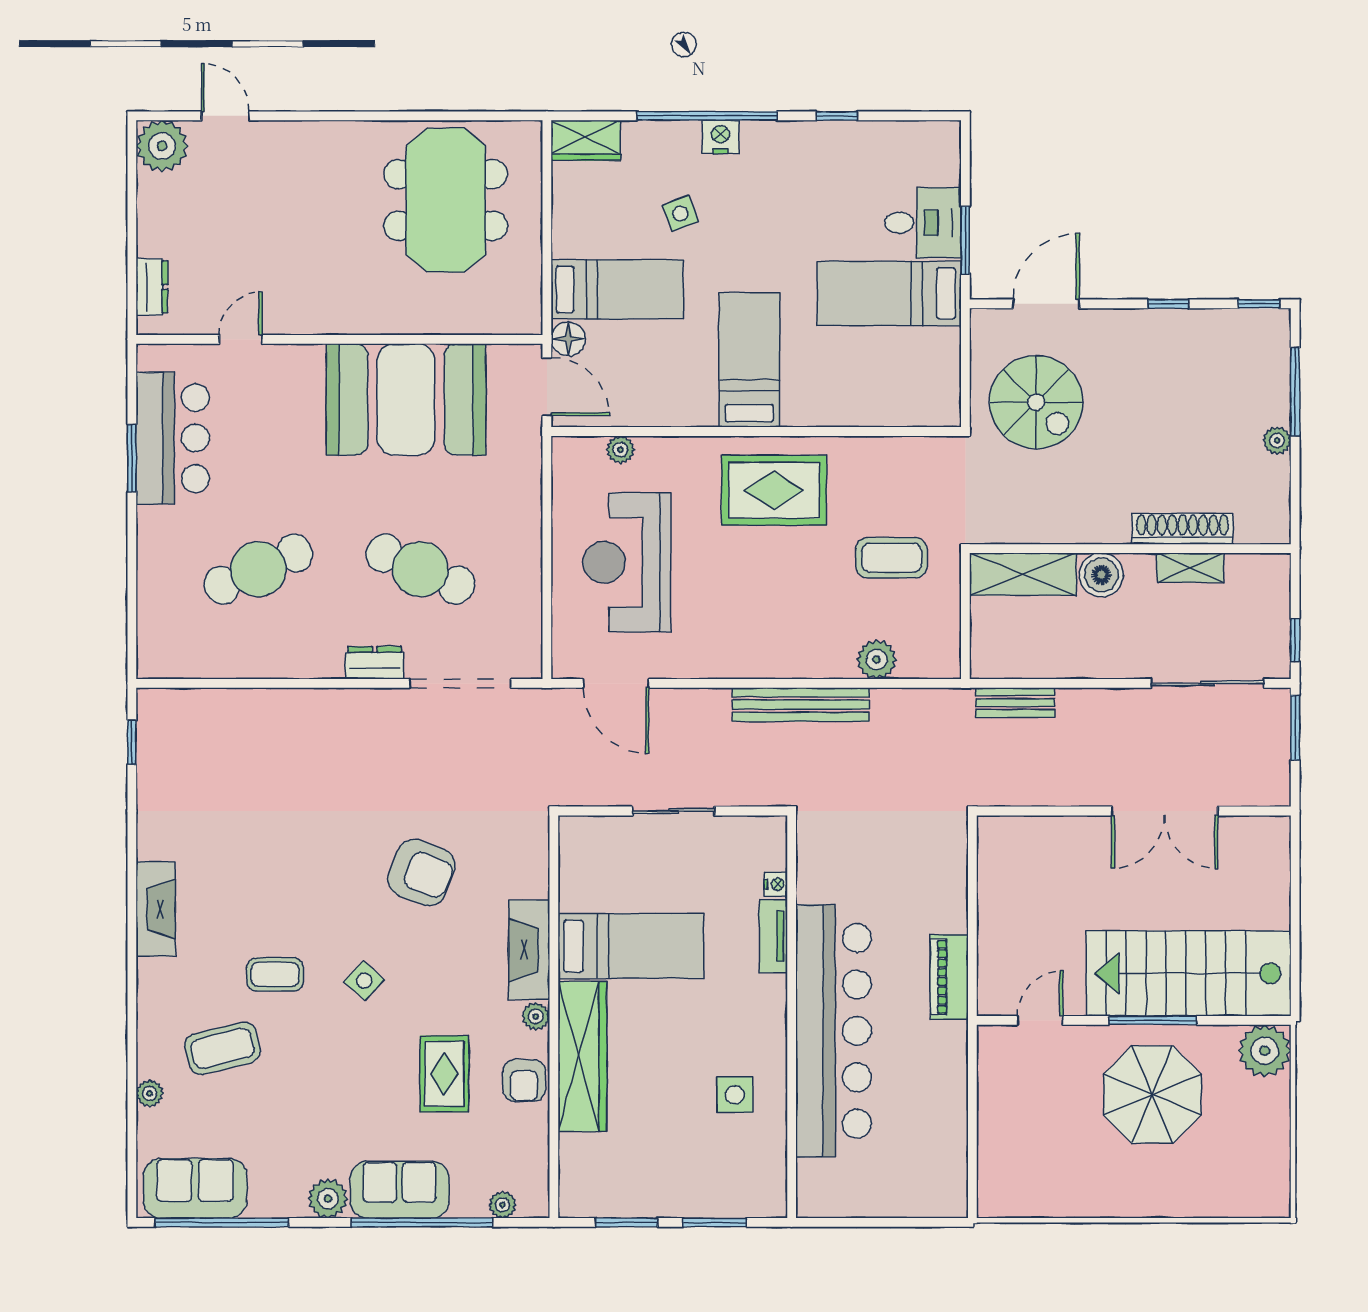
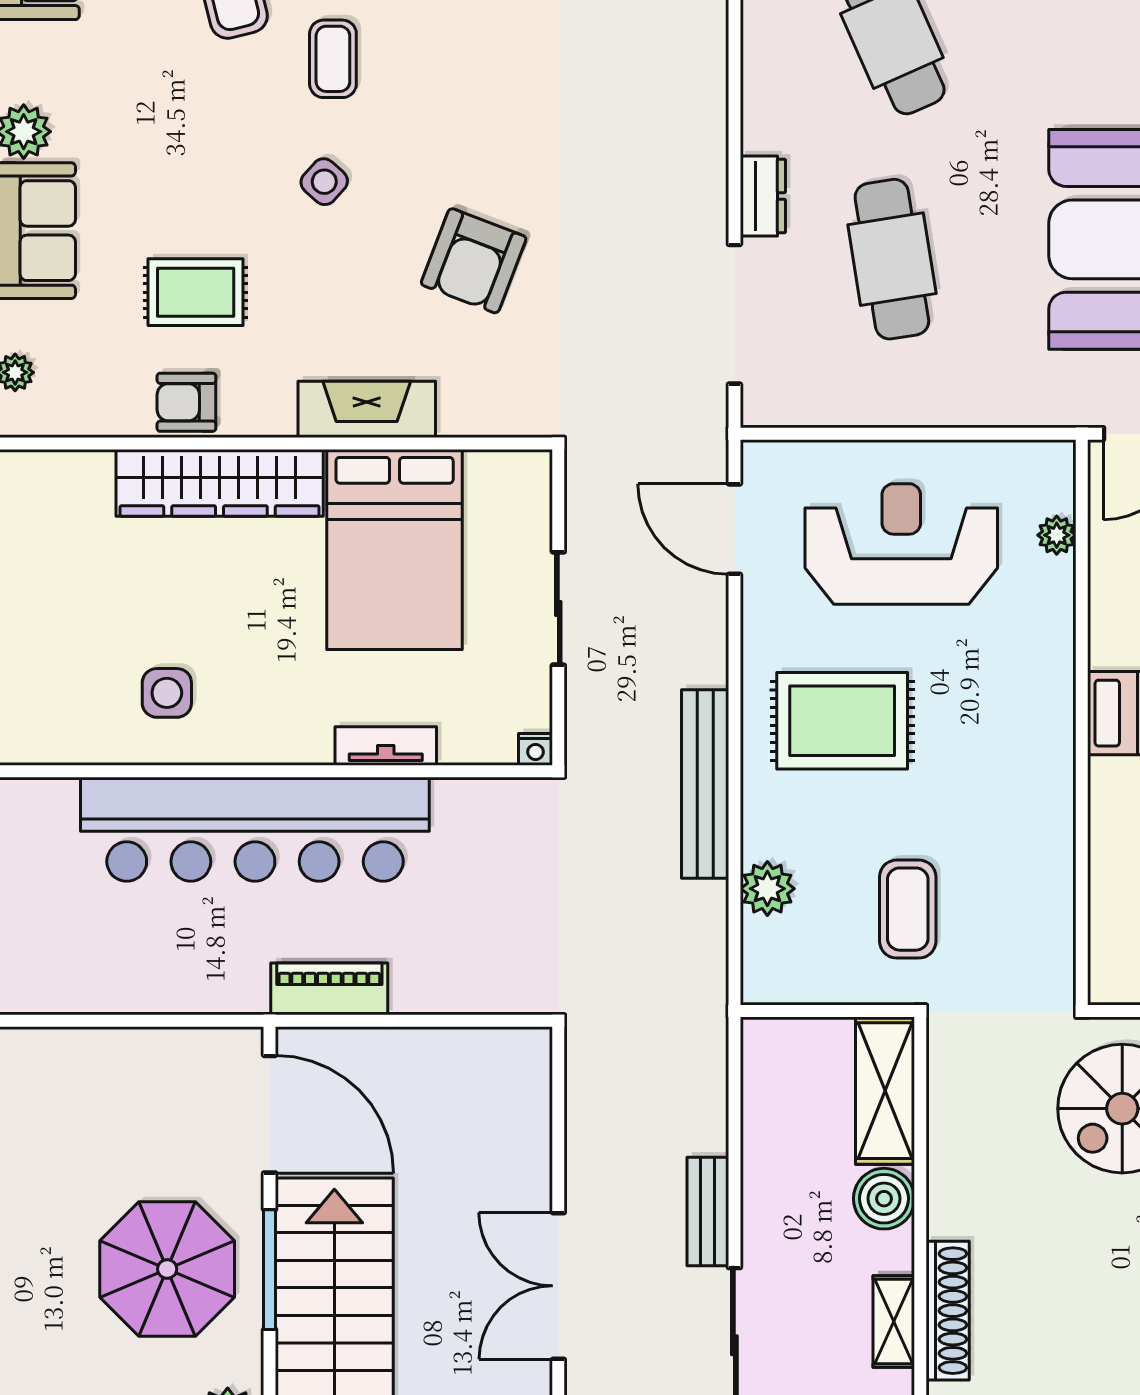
rug: (774, 490) -> (842, 721), moved, turned 90
cafe table: (420, 569) -> (892, 259), turned -33
door: (616, 683) -> (734, 529), hinge flipped
bench: (1015, 703) -> (708, 1212), moved
nightstand: (776, 884) -> (535, 749), moved
bed: (631, 946) -> (395, 549), width x1.50
plant: (536, 1016) -> (275, 418), removed
door: (1040, 1020) -> (270, 1114), width x1.88

